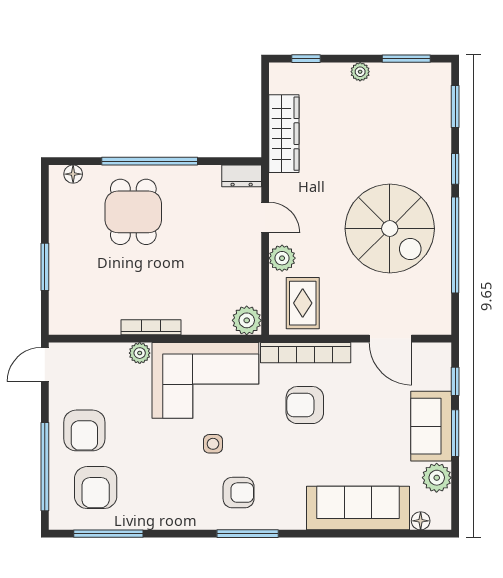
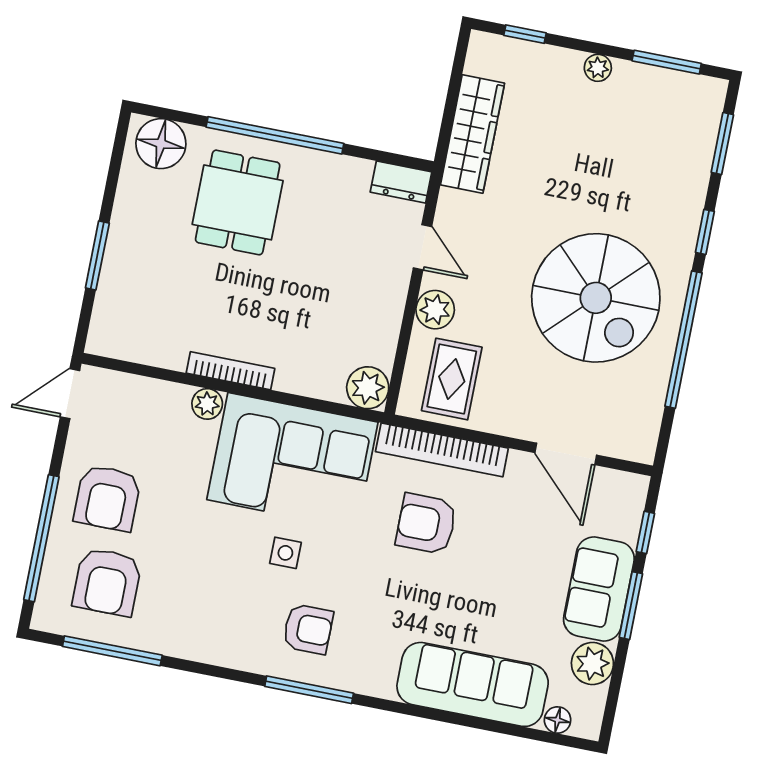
floor lamp: (73, 174) -> (161, 144), width x1.89, depth x1.89

